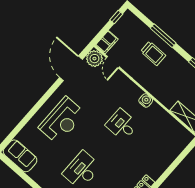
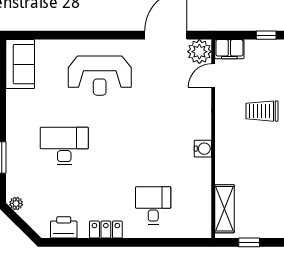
trolley: (153, 53) -> (262, 111), turned 90
desk: (122, 125) -> (153, 205), moved

